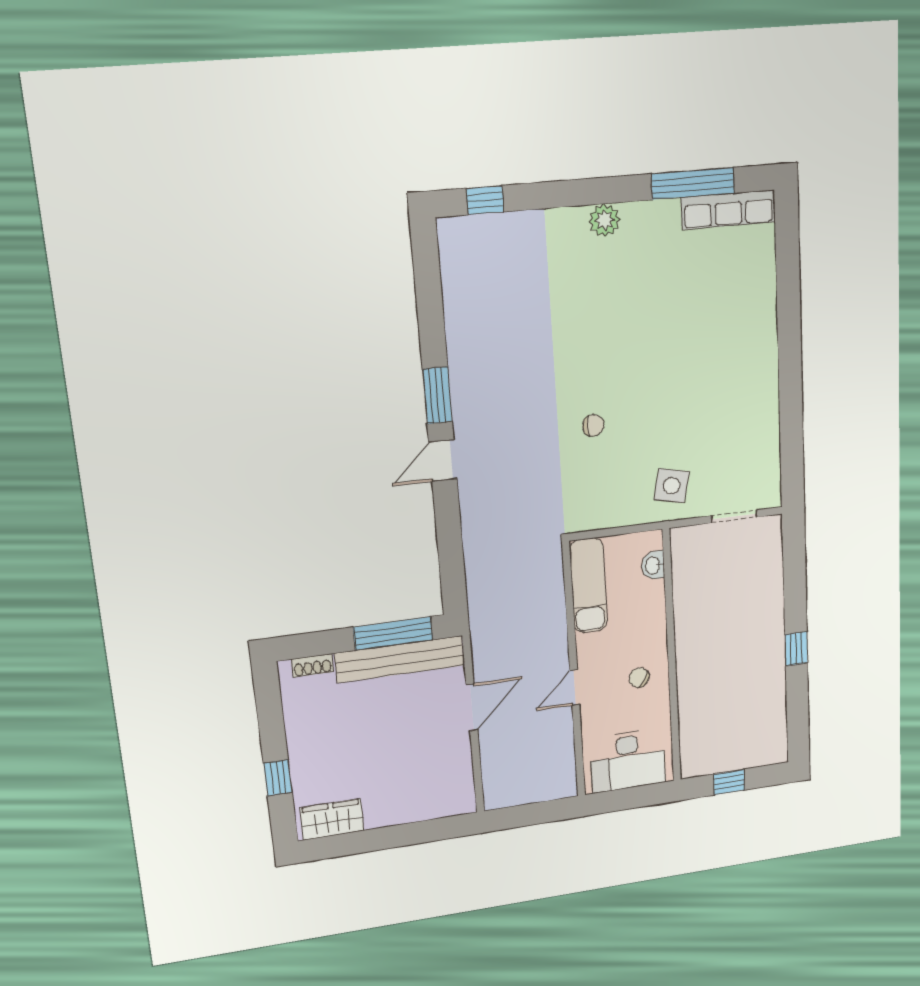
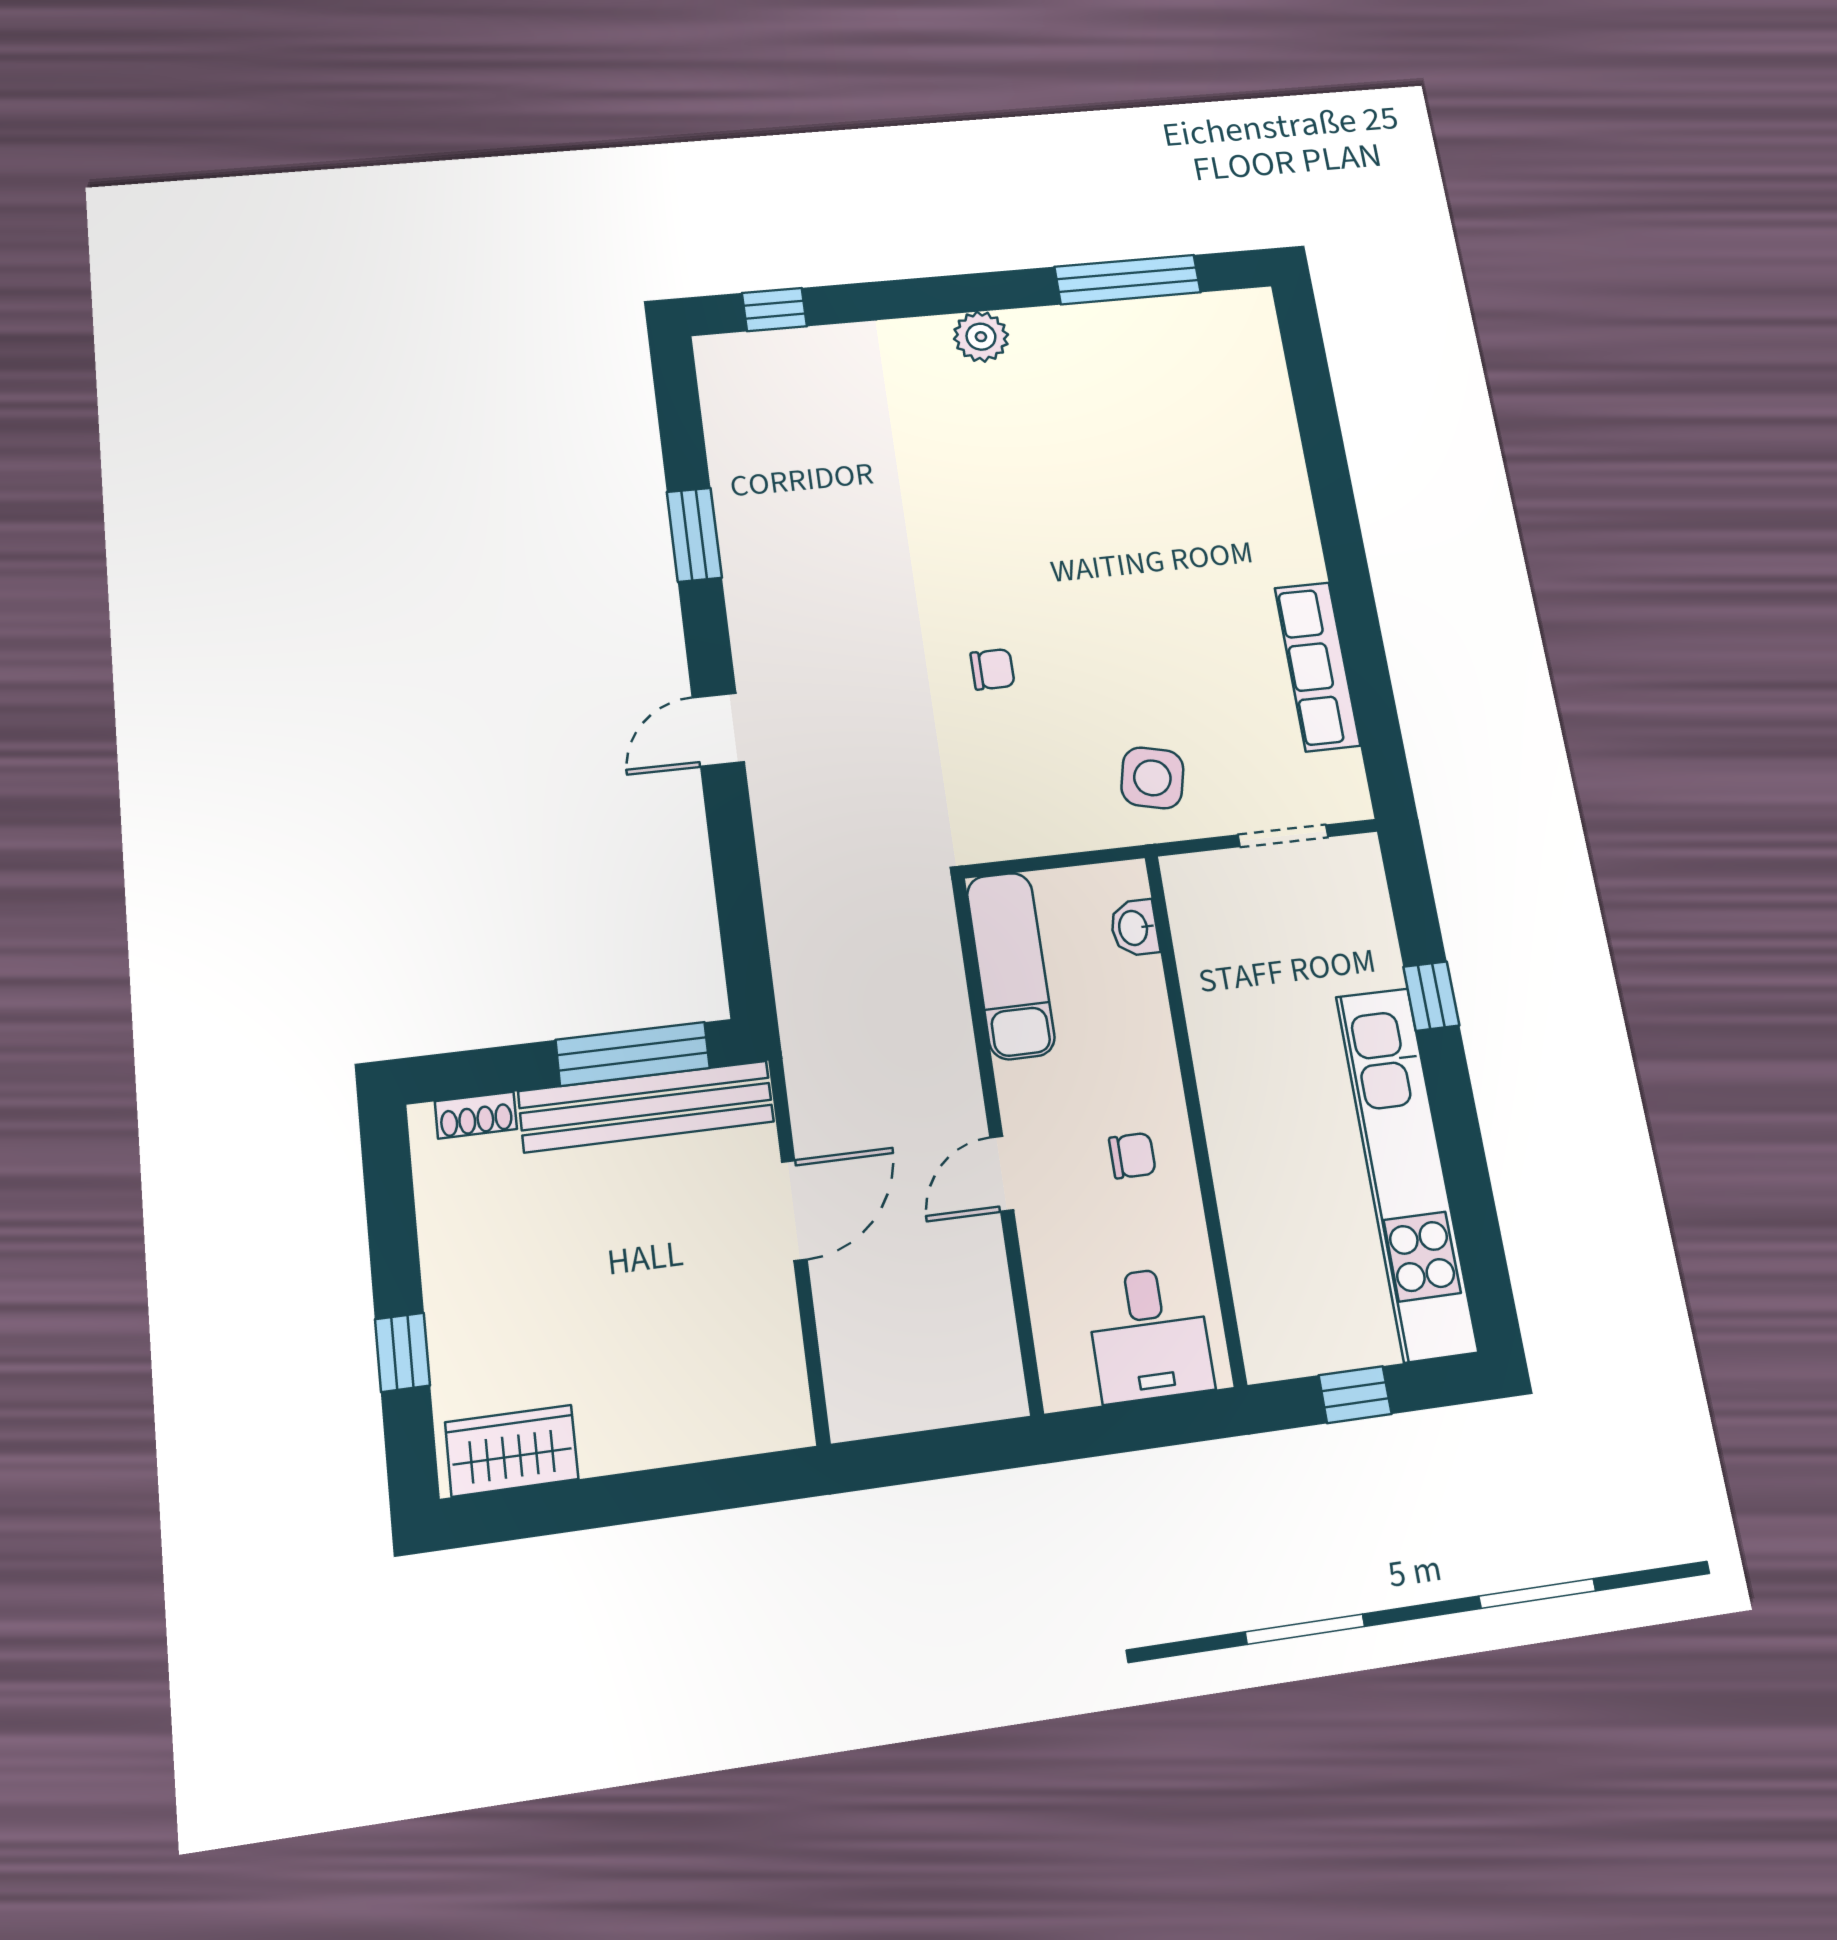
row of seats: (728, 210) -> (1317, 666), moved, turned 90
window: (437, 395) -> (694, 535), moved
window: (796, 649) -> (1431, 996), moved
chair: (639, 678) -> (1132, 1156), turned 147
kitchen unit: (769, 682) -> (1406, 1172), added
desk: (628, 760) -> (1149, 1334), width x0.73

